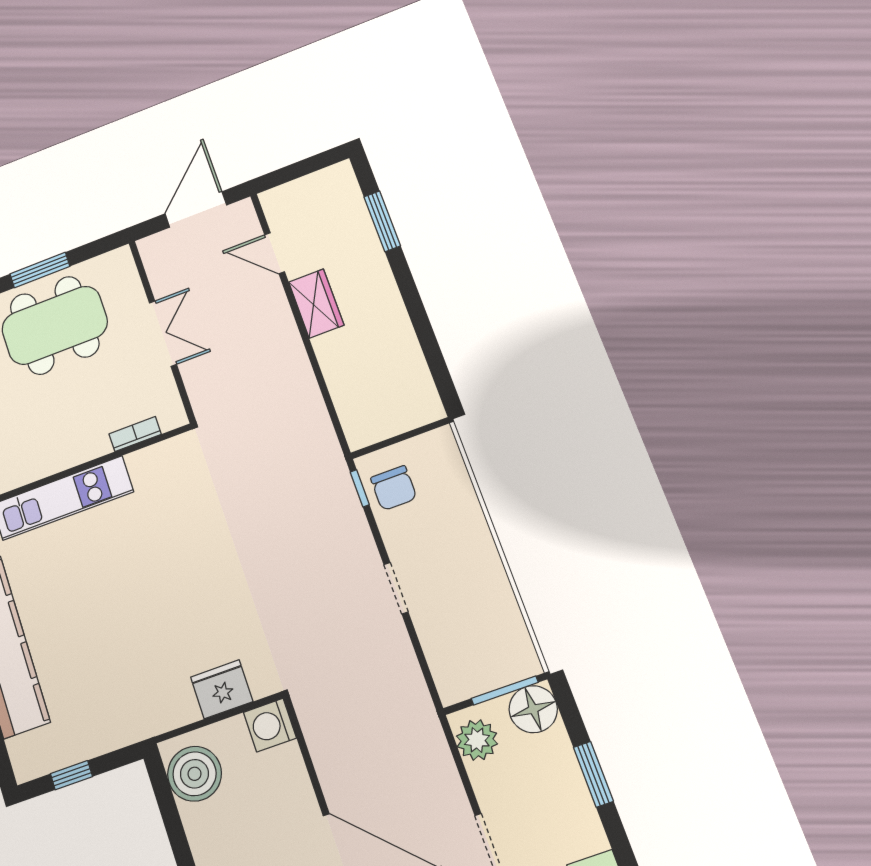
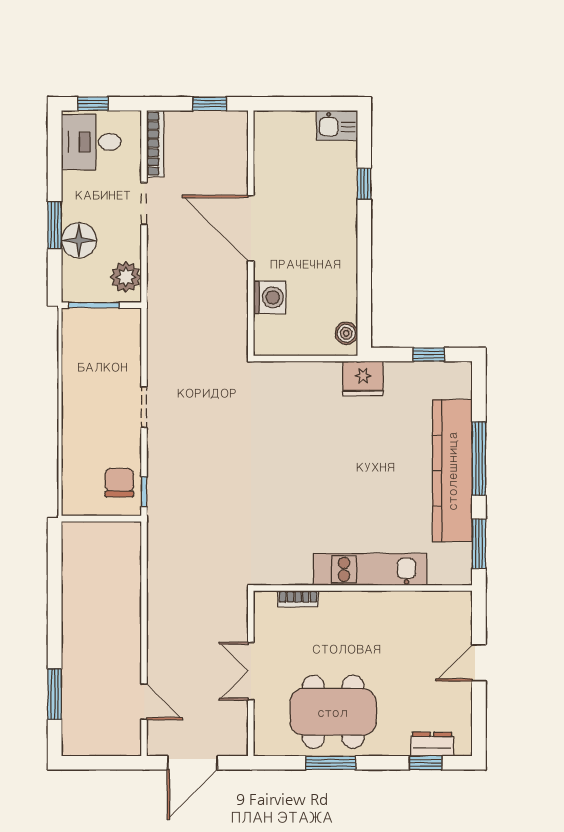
wardrobe: (316, 304) -> (127, 648), removed
fridge: (222, 689) -> (363, 379), moved
floor lamp: (533, 709) -> (79, 240), moved
washing machine: (270, 725) -> (270, 297), moved
boiler: (195, 774) -> (346, 333), width x0.54, depth x0.54

